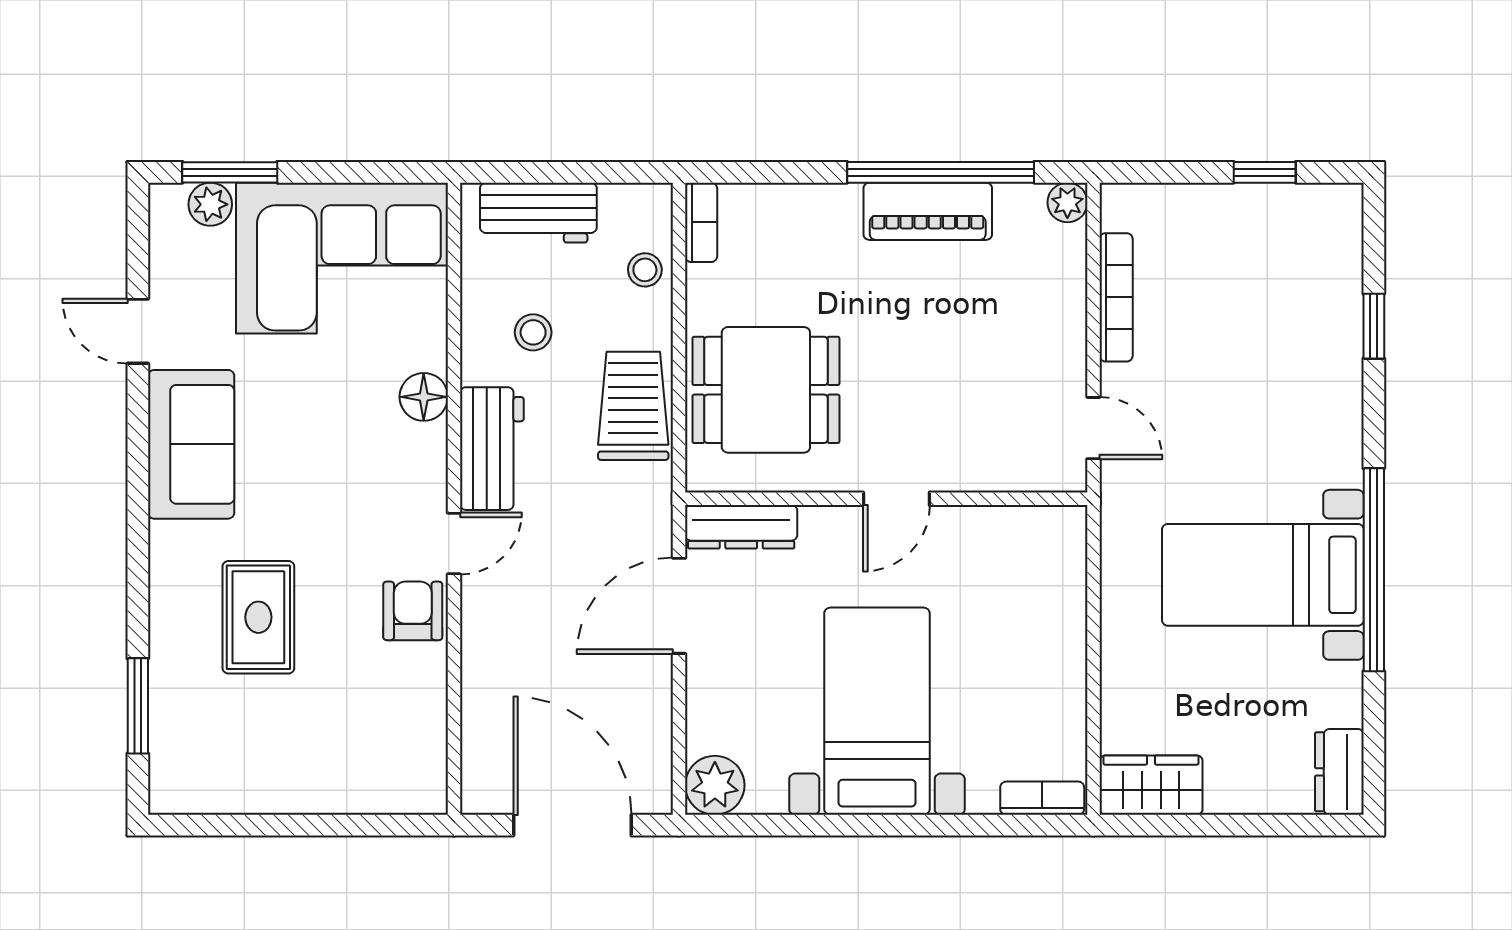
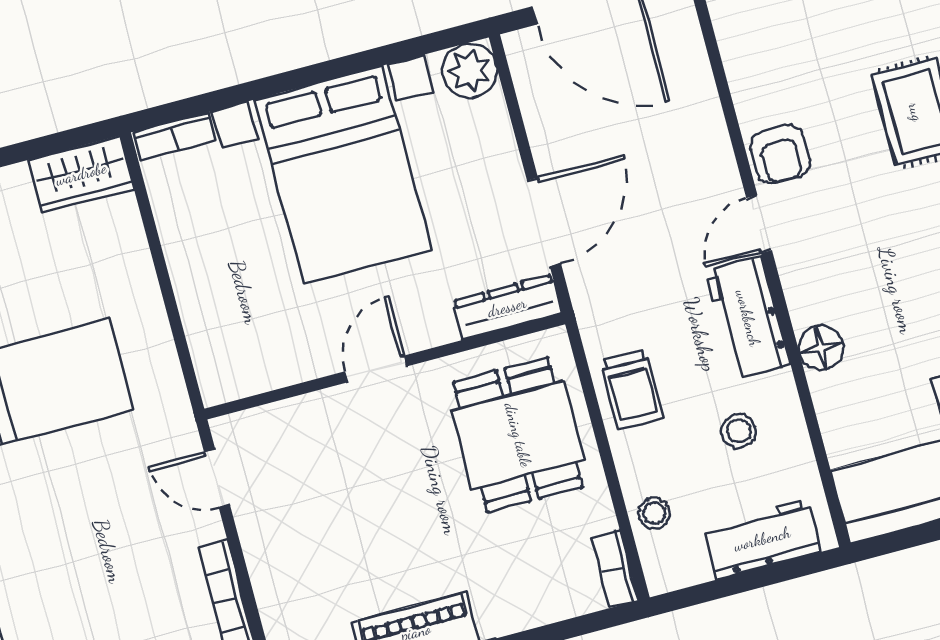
dining table: (766, 390) -> (518, 435), turned 90
trolley: (633, 406) -> (632, 389), width x0.73, depth x0.72
bed with nightstands: (877, 711) -> (343, 175), width x1.36

